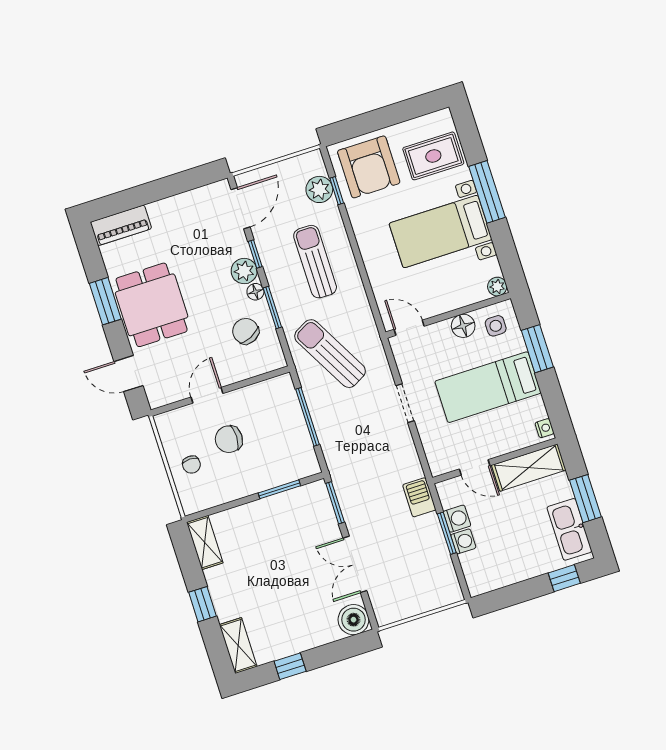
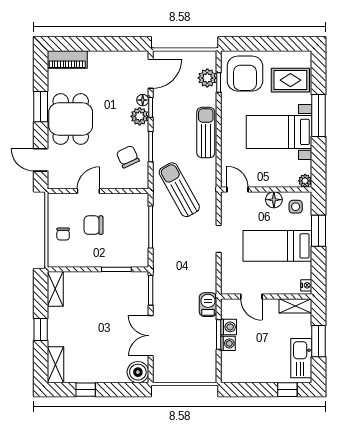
sun lounger: (315, 262) -> (206, 133), moved
floor lamp: (255, 292) -> (143, 100), moved
shelving: (529, 468) -> (295, 306), width x0.67, depth x0.75

